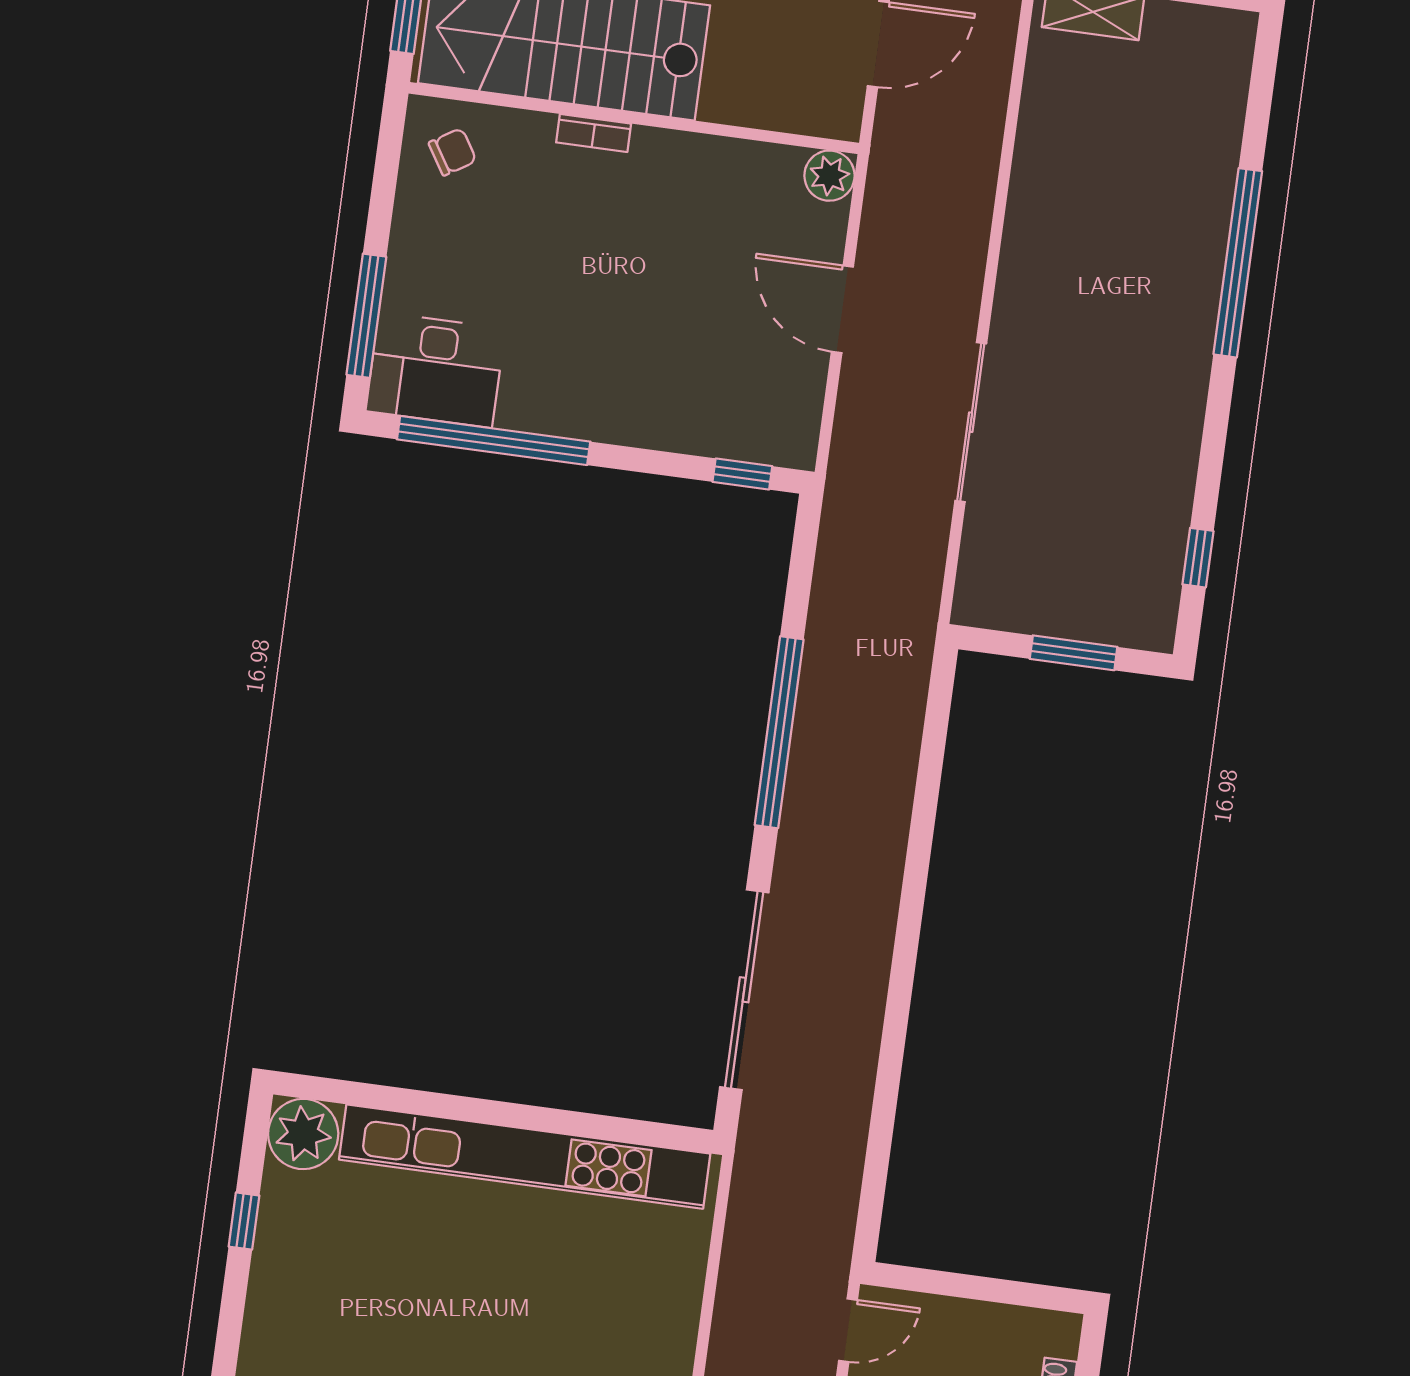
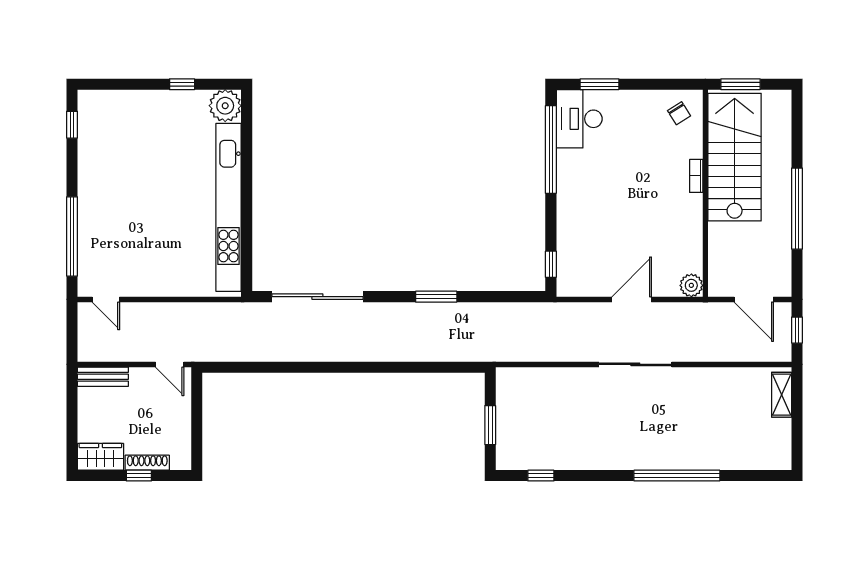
window: (366, 316) -> (600, 84), width x0.69
sliding door: (971, 422) -> (635, 364), moved
window: (779, 732) -> (436, 297), width x0.47

